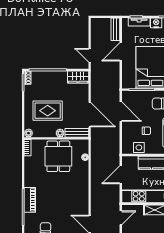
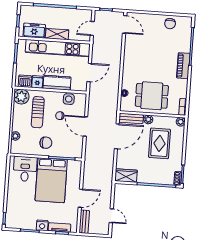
door: (90, 55) -> (111, 216), moved
rug: (48, 111) -> (160, 143), turned 90
door: (121, 112) -> (85, 127), moved
door: (90, 115) -> (117, 136), swing flipped
dining table: (58, 156) -> (152, 96), turned 90
piano: (30, 200) -> (183, 66), moved

